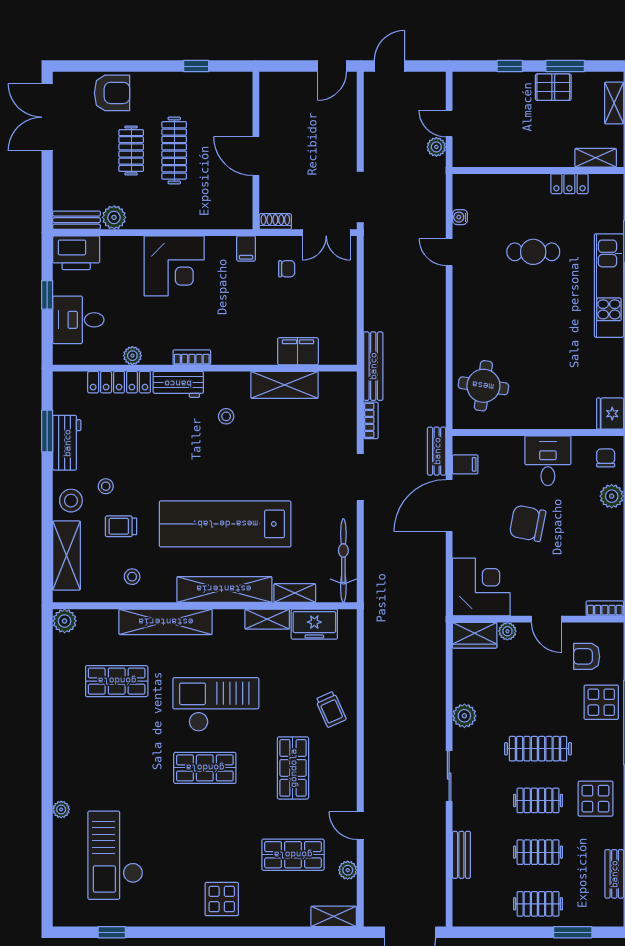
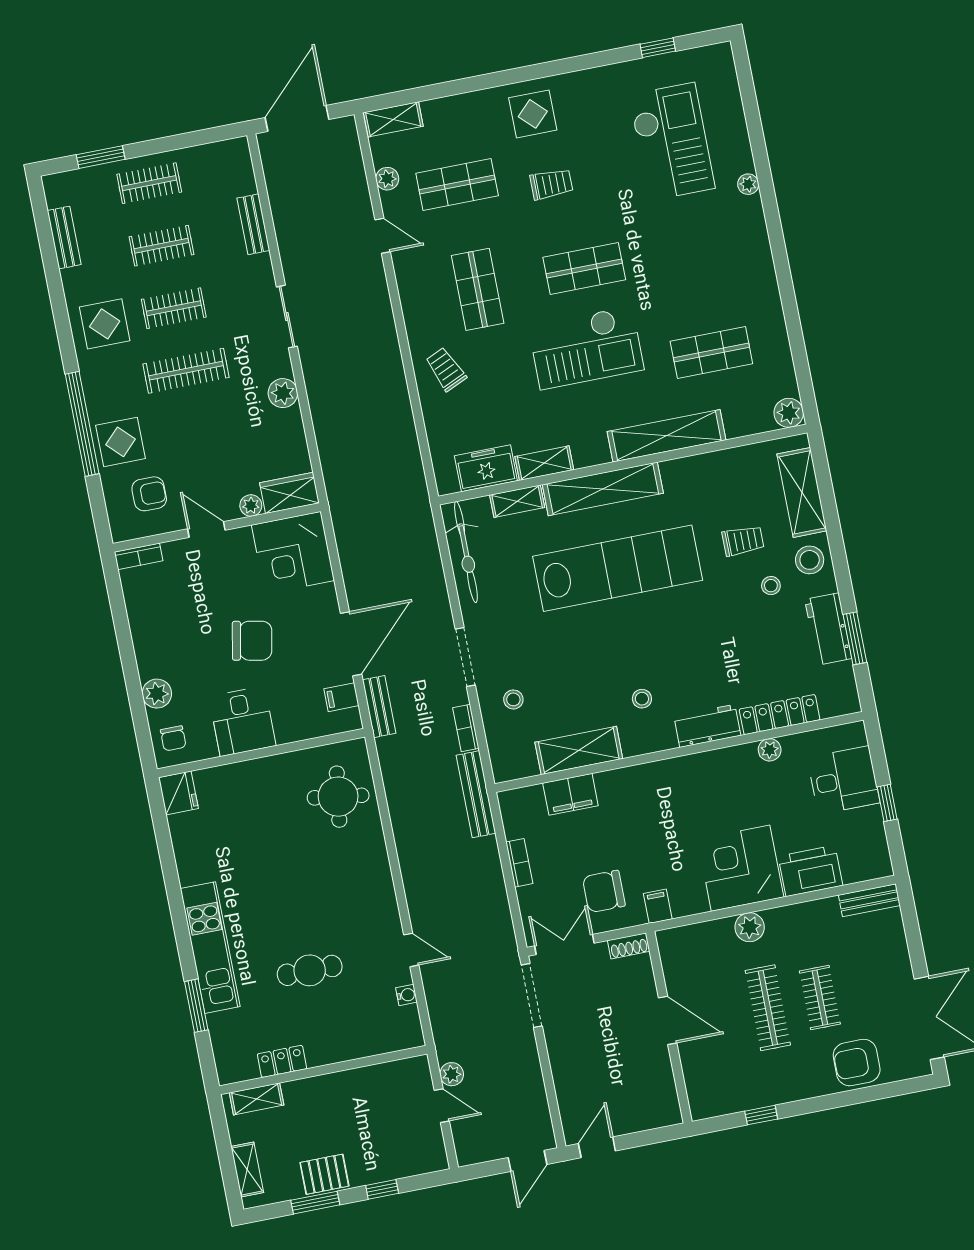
plant: (114, 217) -> (750, 927), moved
printer: (76, 253) -> (810, 871), moved
chair: (287, 269) -> (604, 891), width x1.87, depth x1.87
bookcase: (192, 357) -> (519, 863), moved, turned -90
stool: (132, 577) -> (513, 699), moved
trolley: (218, 840) -> (551, 184), added

